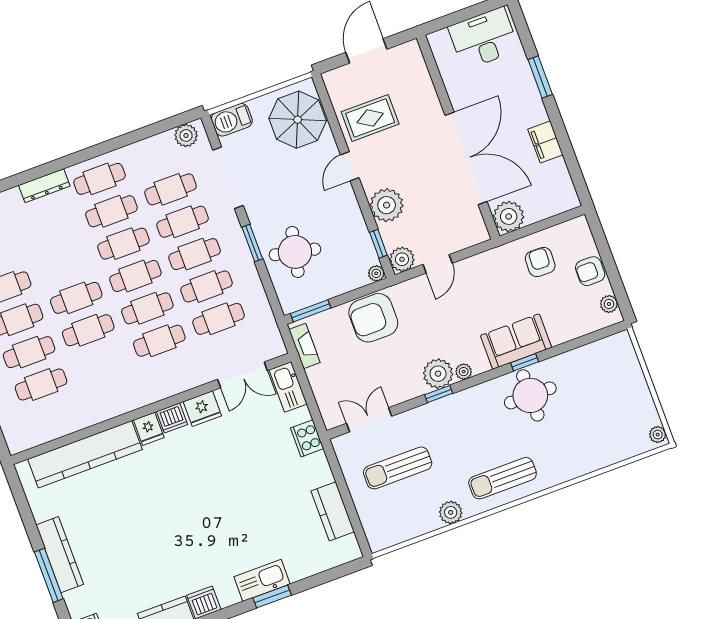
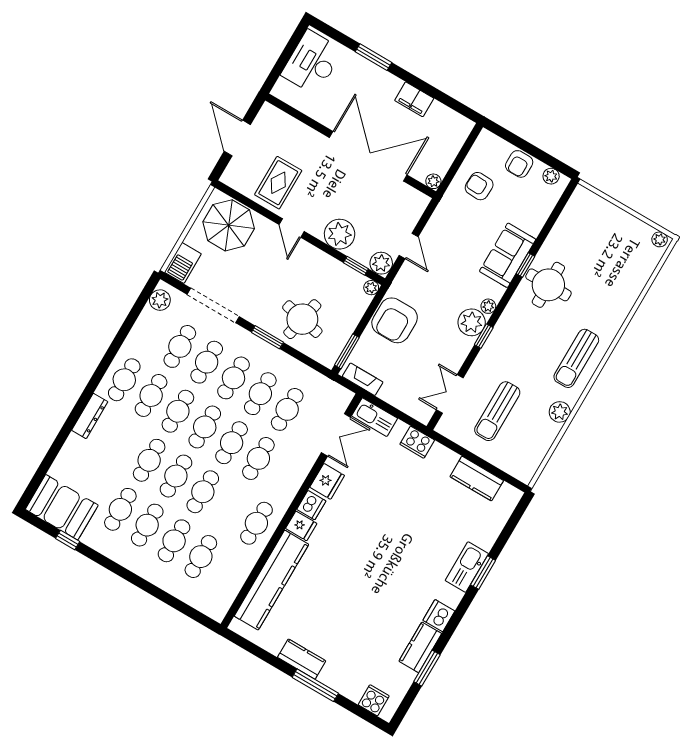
plant: (509, 216) -> (433, 181), width x0.53, depth x0.53
cafe table: (64, 265) -> (149, 460), added
cafe table: (112, 395) -> (256, 523), added
kitchen counter: (60, 555) -> (302, 659), width x0.67

